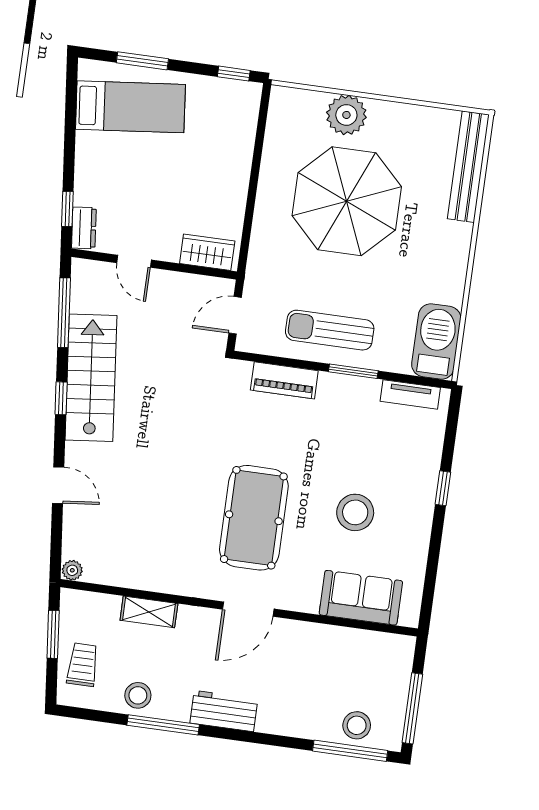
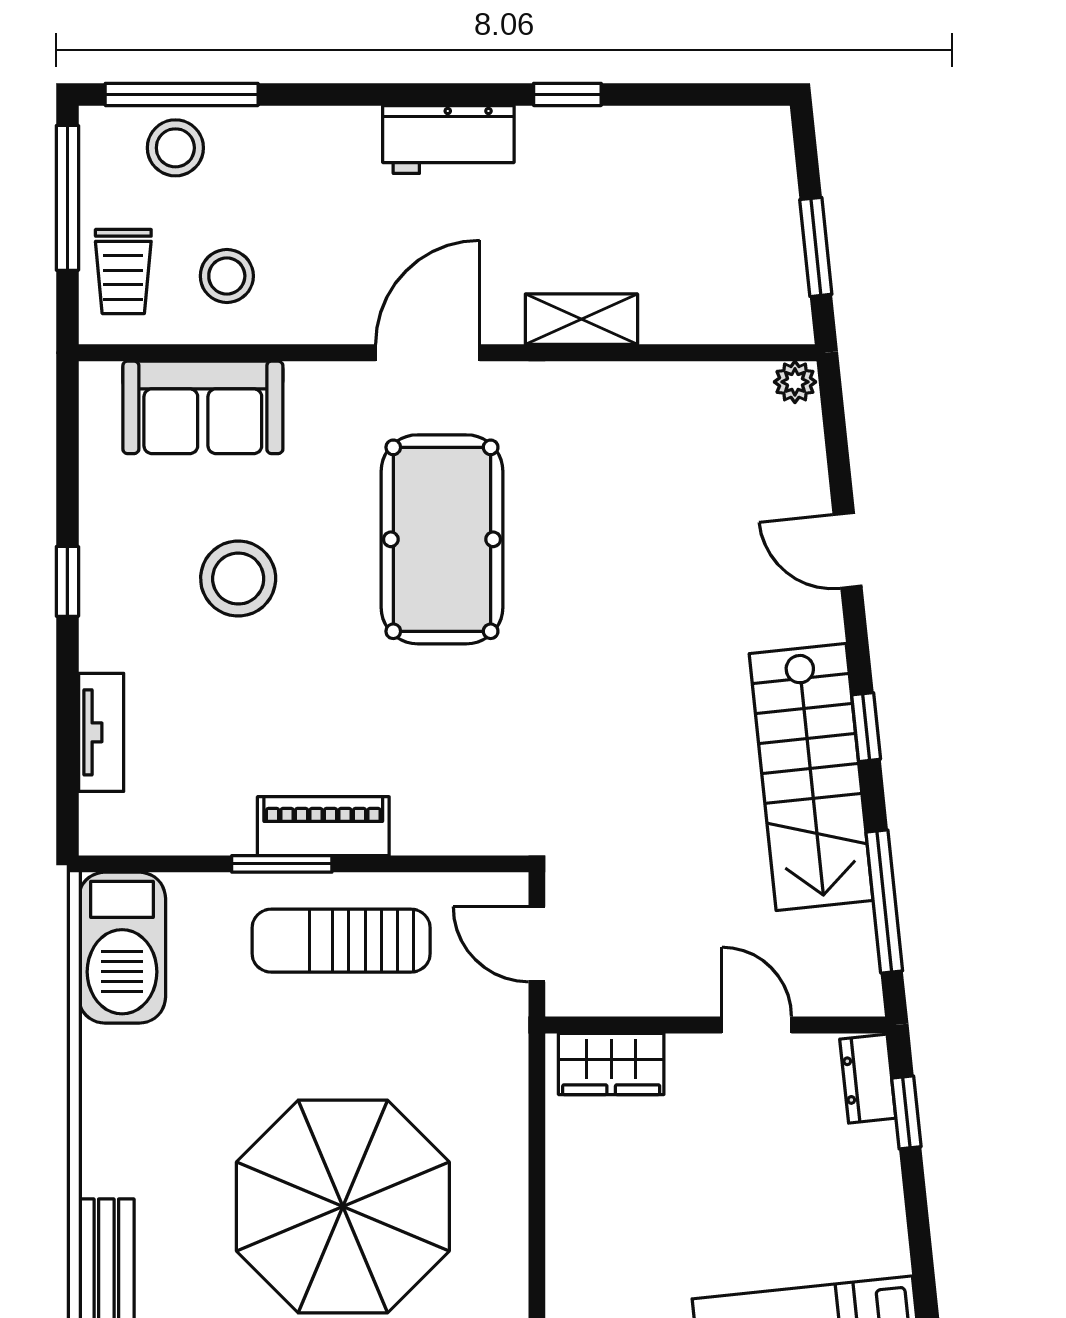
door: (235, 315) -> (537, 944), swing flipped
sun lounger: (330, 330) -> (341, 941), turned 180
piano: (284, 380) -> (323, 826), moved
tv unit: (410, 394) -> (101, 732), moved, turned 90
window: (443, 488) -> (67, 581), moved
shelving: (149, 612) -> (581, 319), moved
trolley: (83, 665) -> (123, 272), moved
stool: (138, 695) -> (227, 276), moved
window: (163, 725) -> (567, 94), width x0.46

